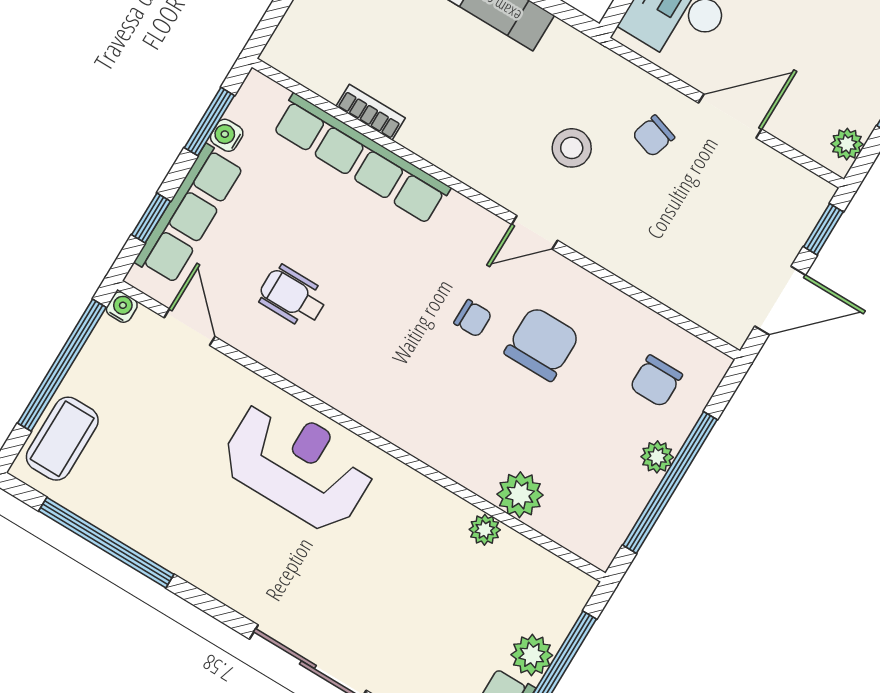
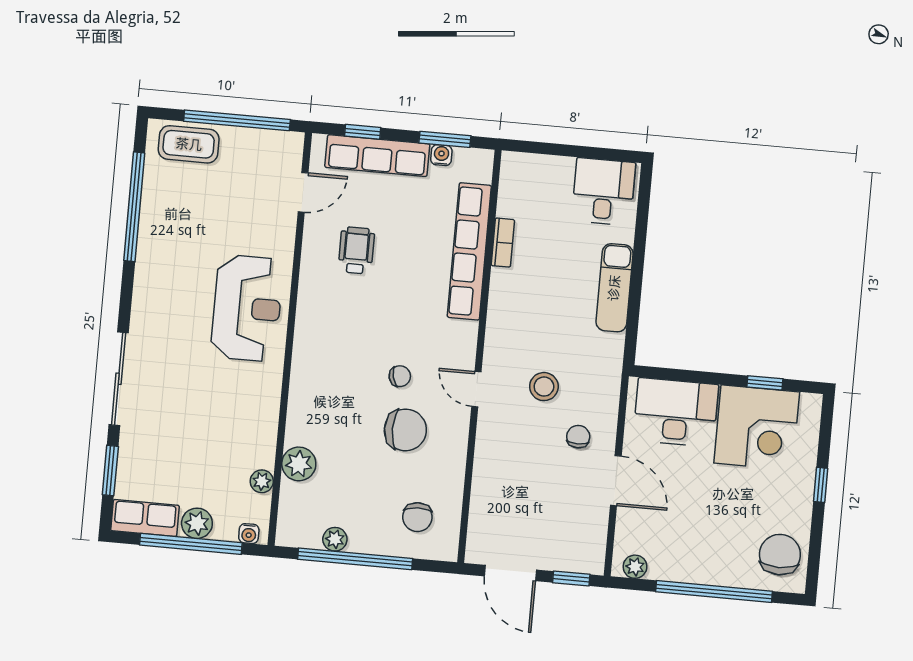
chair: (654, 136) -> (578, 437), turned 72
water cooler: (122, 307) -> (249, 534), moved, turned 90
chair: (473, 318) -> (400, 376), turned -104
chair: (656, 381) -> (417, 517), turned -92
plant: (657, 457) -> (335, 539), moved
plant: (485, 530) -> (262, 481), moved

